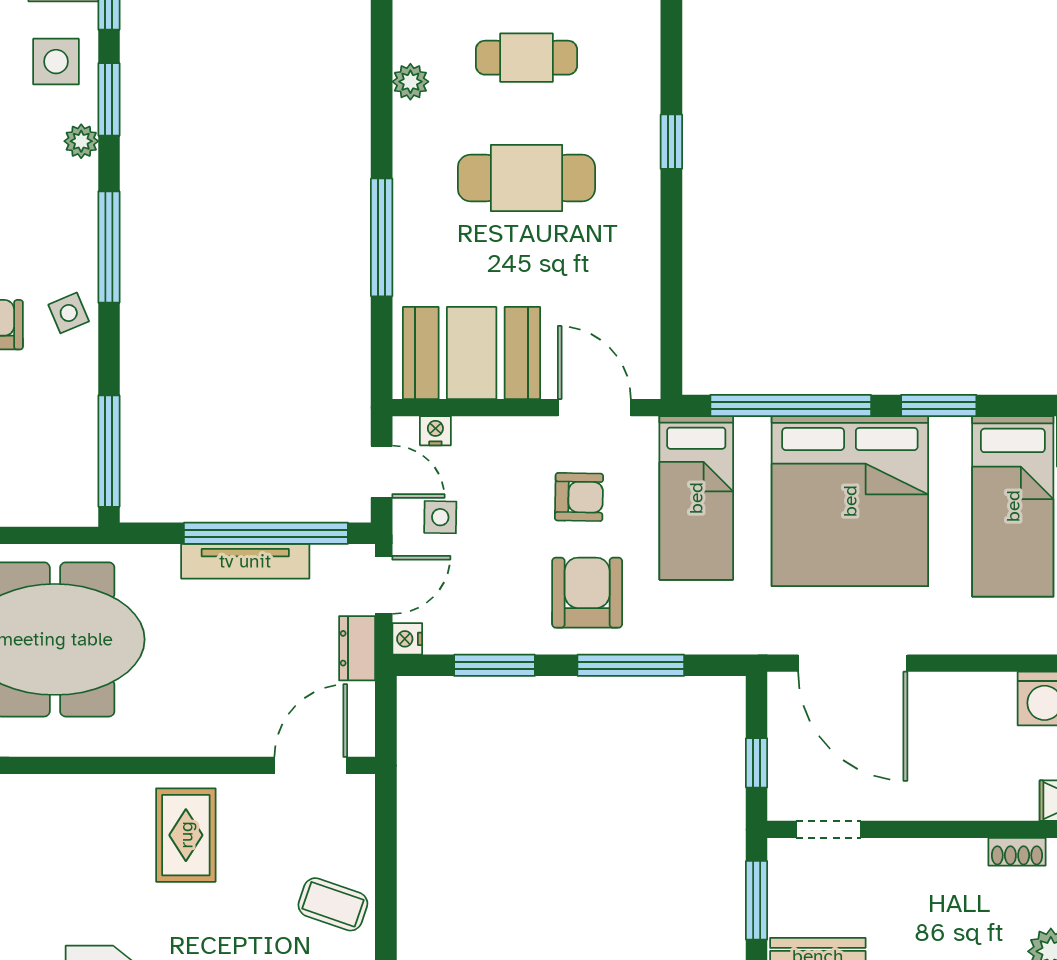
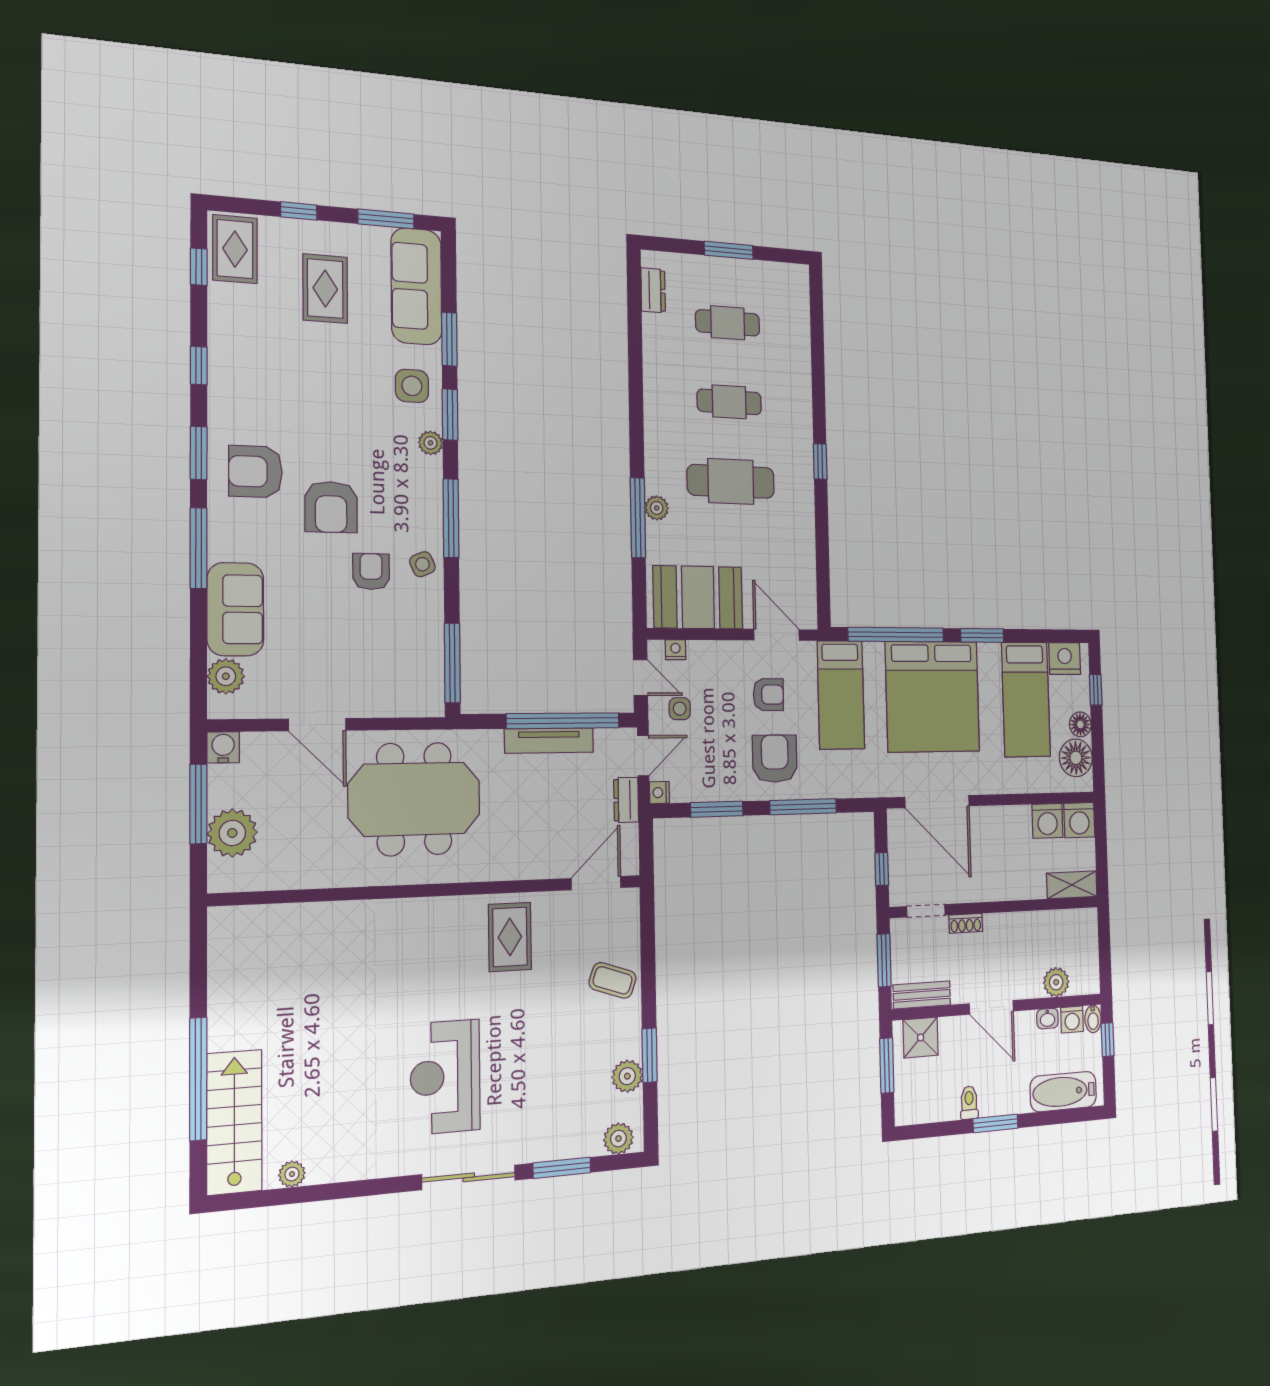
plant: (410, 82) -> (657, 508), moved
shoe rack: (1017, 852) -> (966, 923), moved

